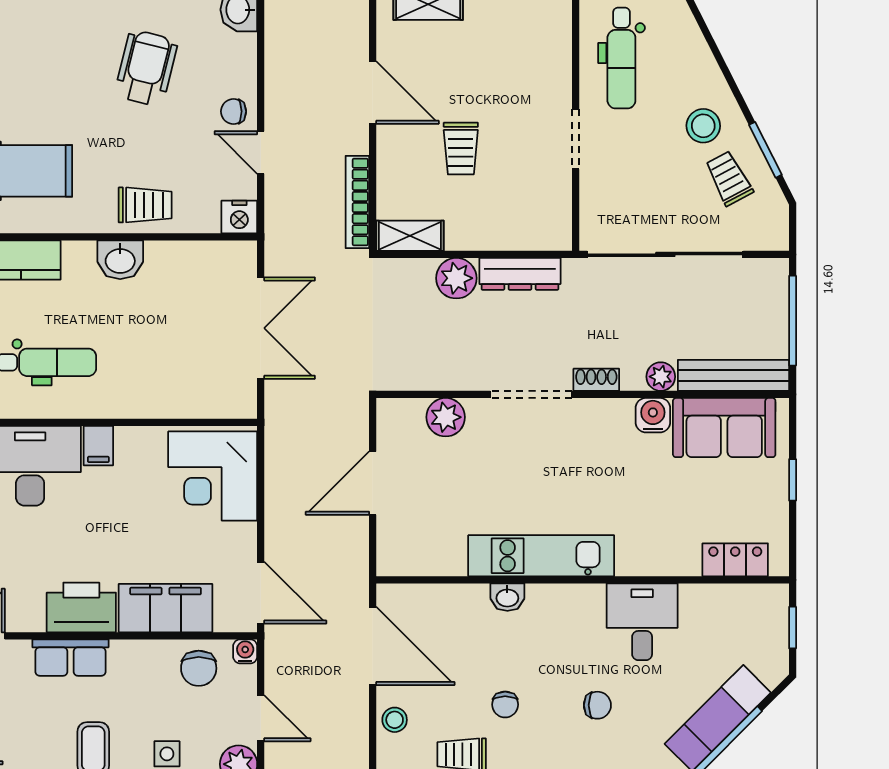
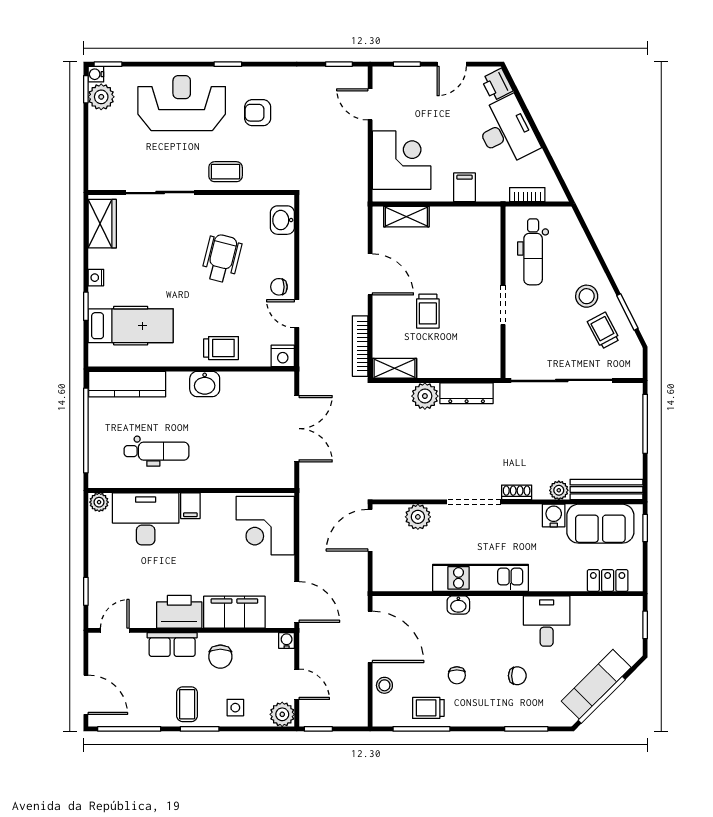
bench: (733, 375) -> (606, 489), moved
plant: (661, 377) -> (559, 490), moved
shoe rack: (596, 380) -> (517, 492), moved
doorway: (531, 394) -> (474, 502), moved
wall: (583, 394) -> (508, 502), moved
water cooler: (653, 415) -> (554, 516), moved
plant: (446, 417) -> (418, 517), moved
sofa: (724, 428) -> (600, 524), moved
chair: (199, 668) -> (220, 657), moved

